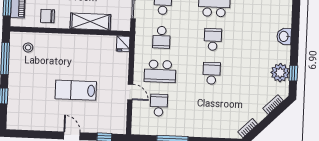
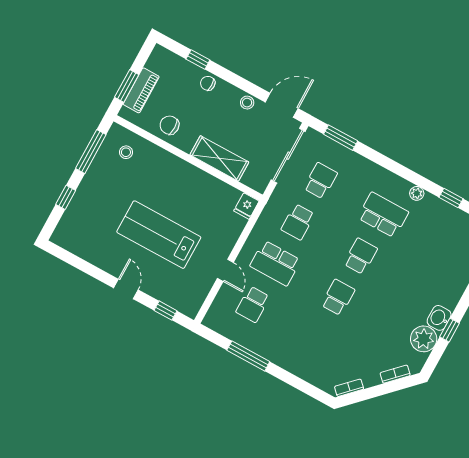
washbasin: (284, 36) -> (439, 318), moved
window: (293, 73) -> (449, 330), moved
lab bench: (76, 90) -> (159, 235), width x1.36, depth x1.39
school desk: (159, 105) -> (253, 304), turned 180

